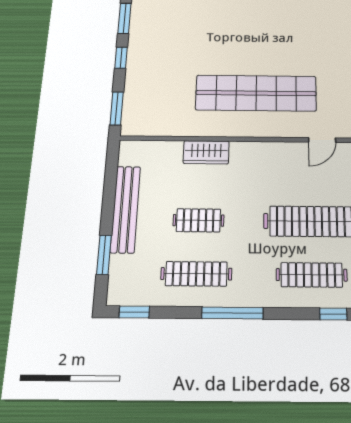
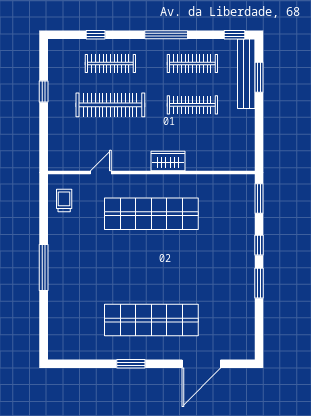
wardrobe: (206, 152) -> (168, 161), moved
bench: (125, 209) -> (246, 74), moved
clothes rail: (198, 220) -> (192, 105), width x1.36

